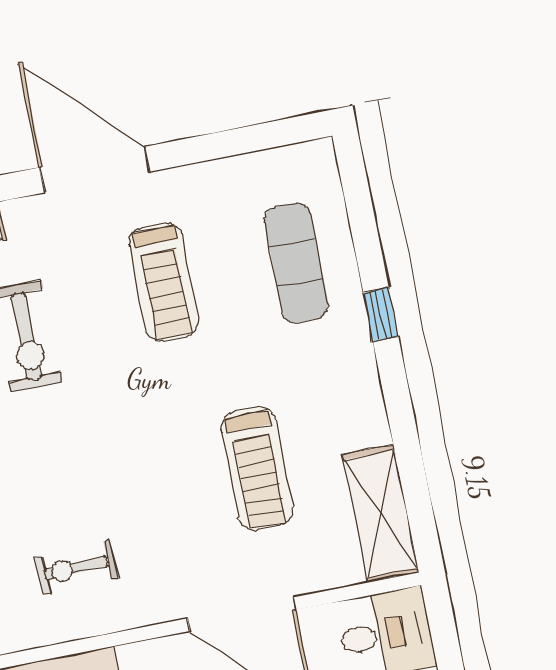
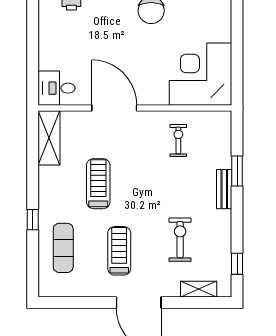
treadmill: (257, 469) -> (98, 184), moved
exercise bike: (76, 568) -> (178, 140), turned -88

